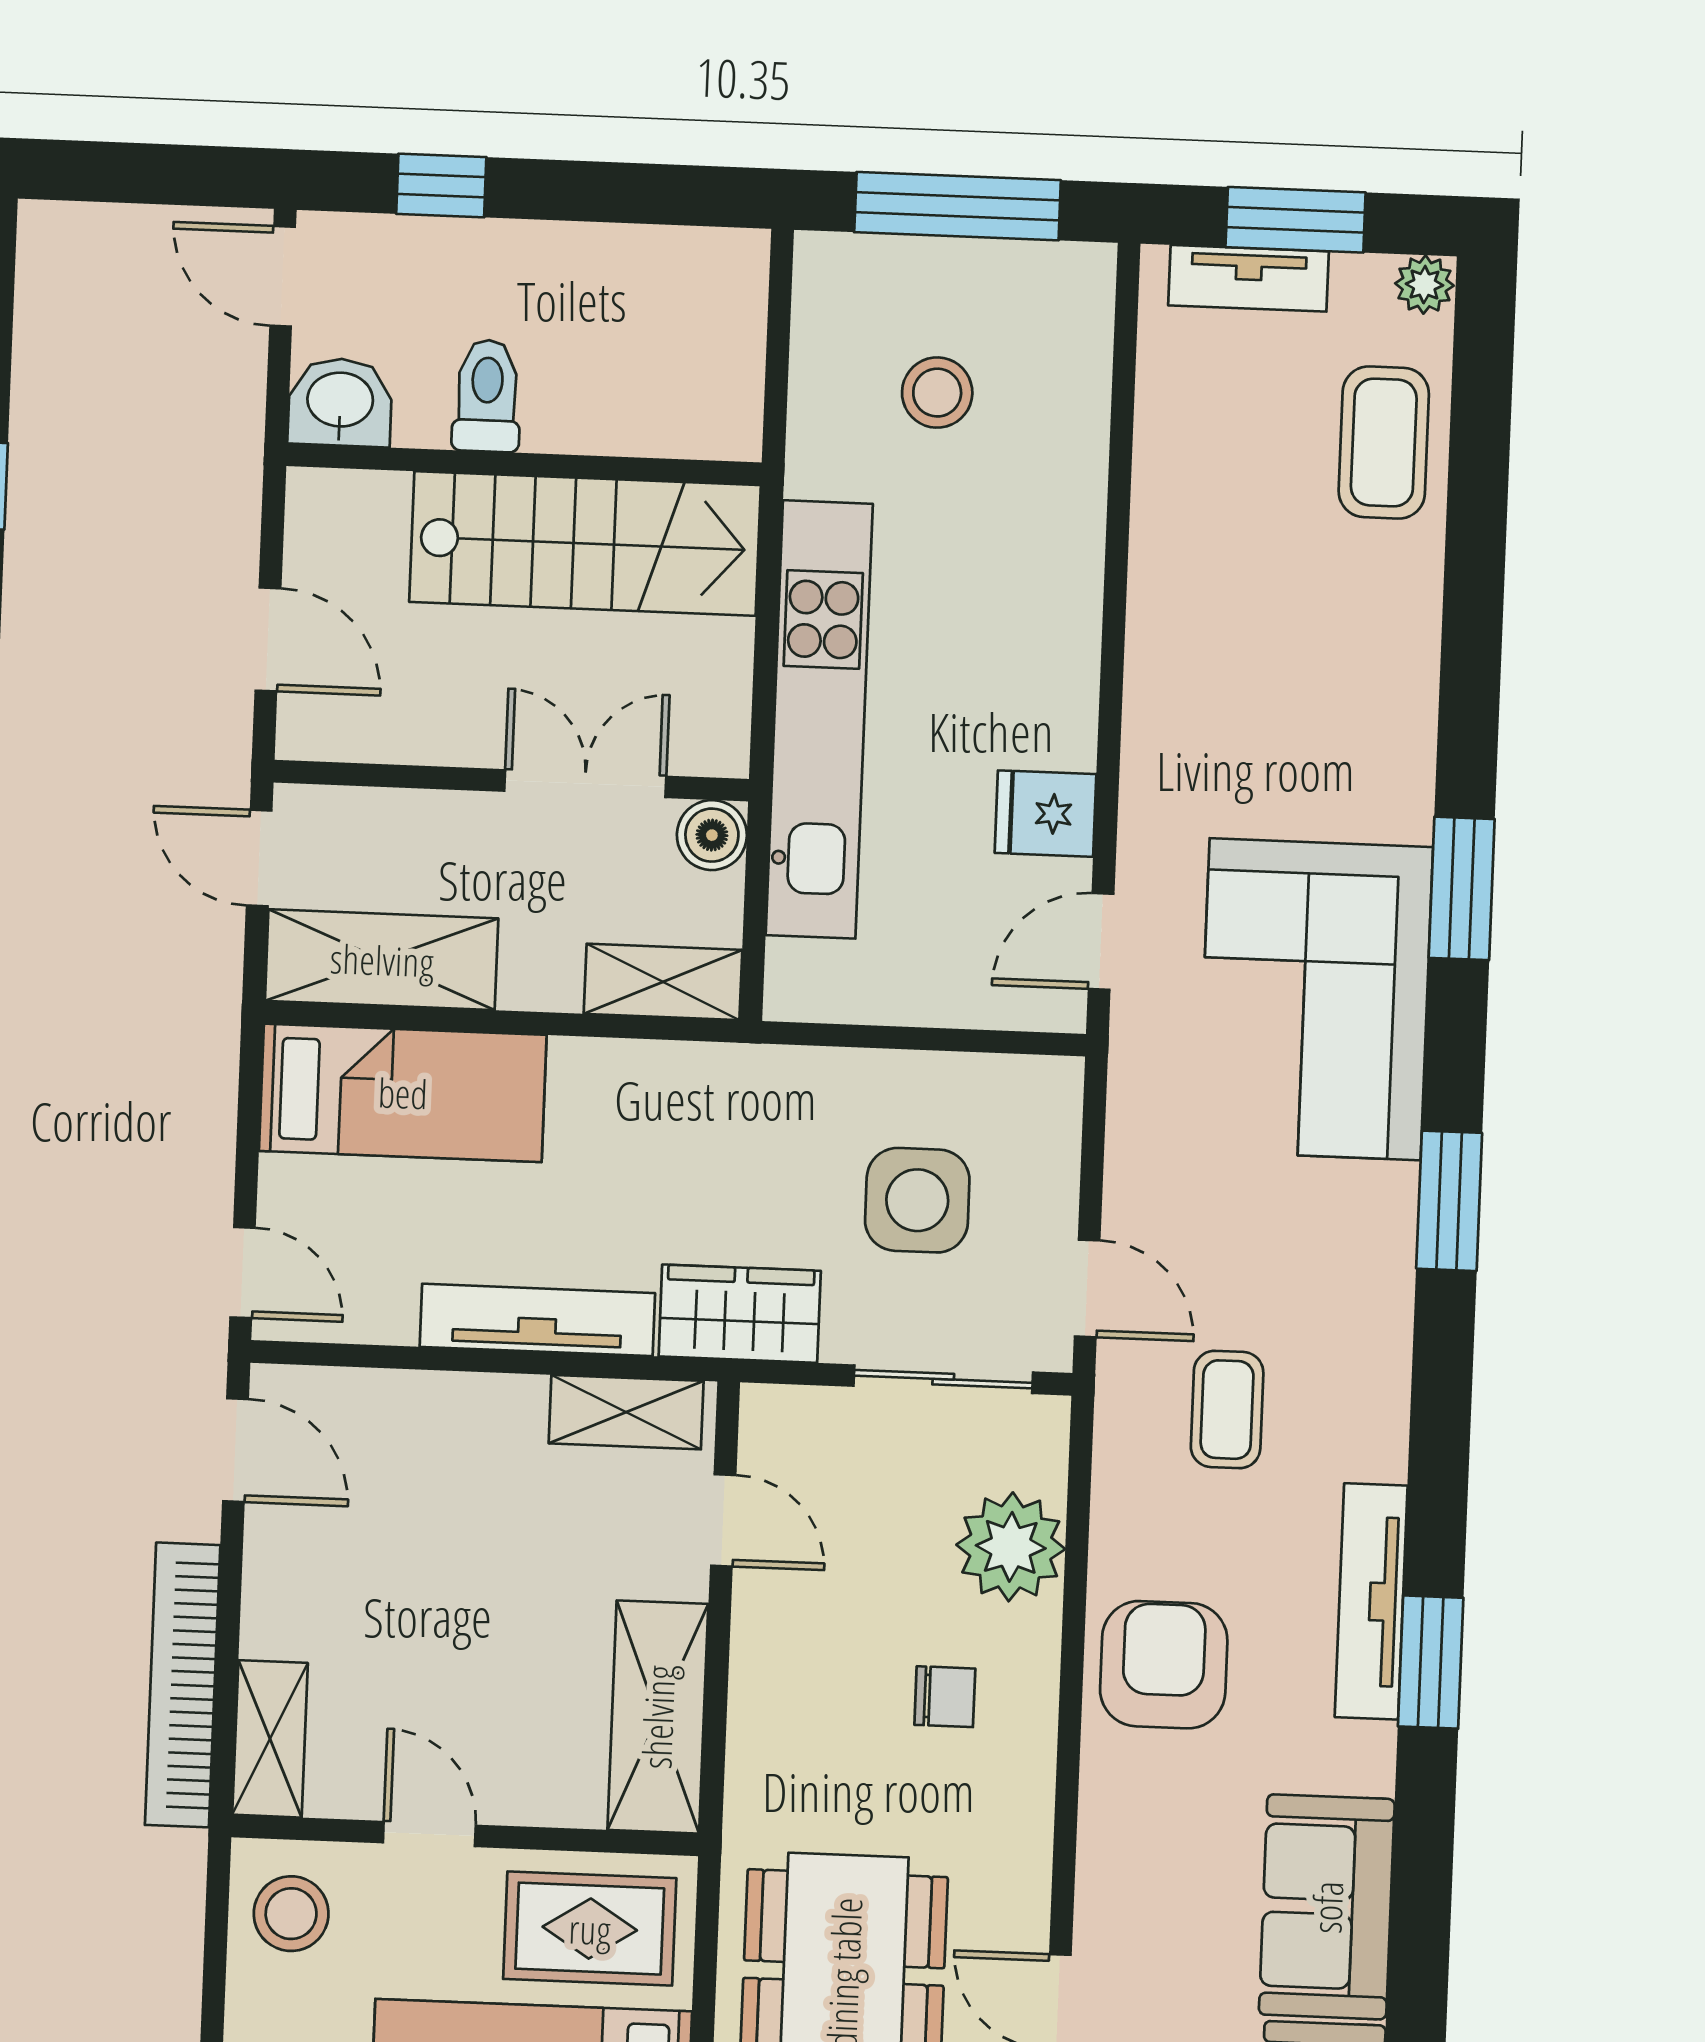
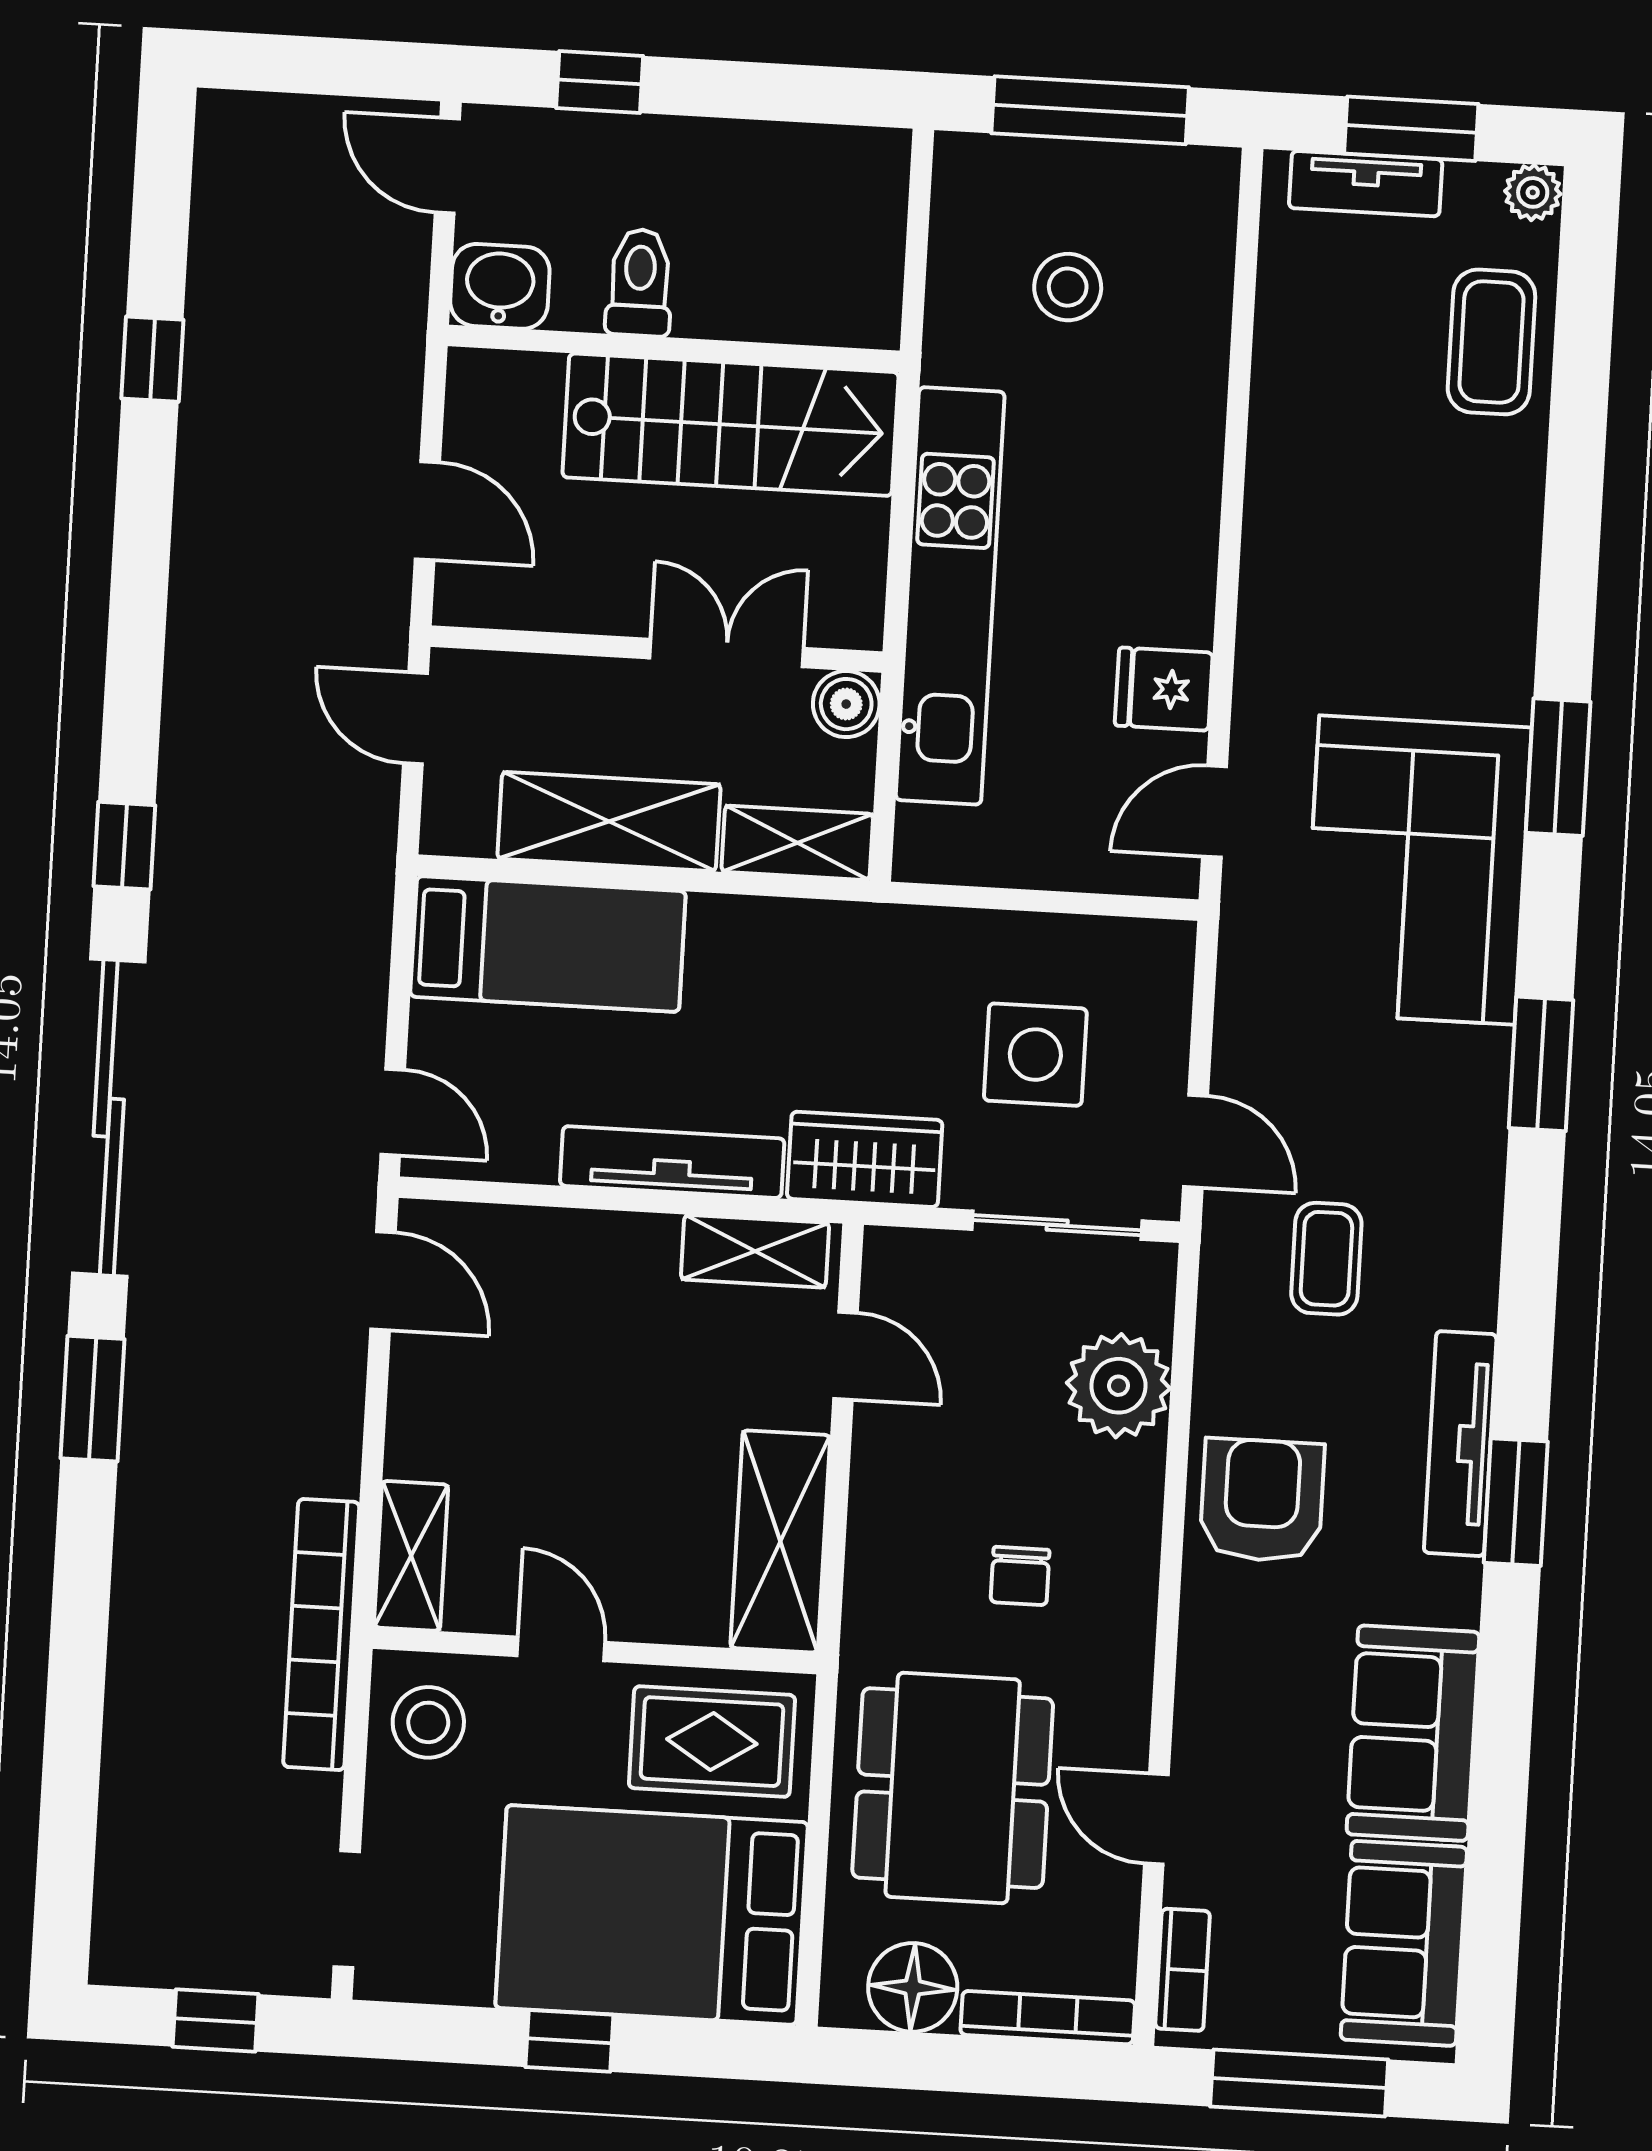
shelving: (382, 960) -> (609, 822), moved
bookcase: (183, 1685) -> (321, 1634), moved
chair: (945, 1697) -> (1020, 1576), moved, turned 90

